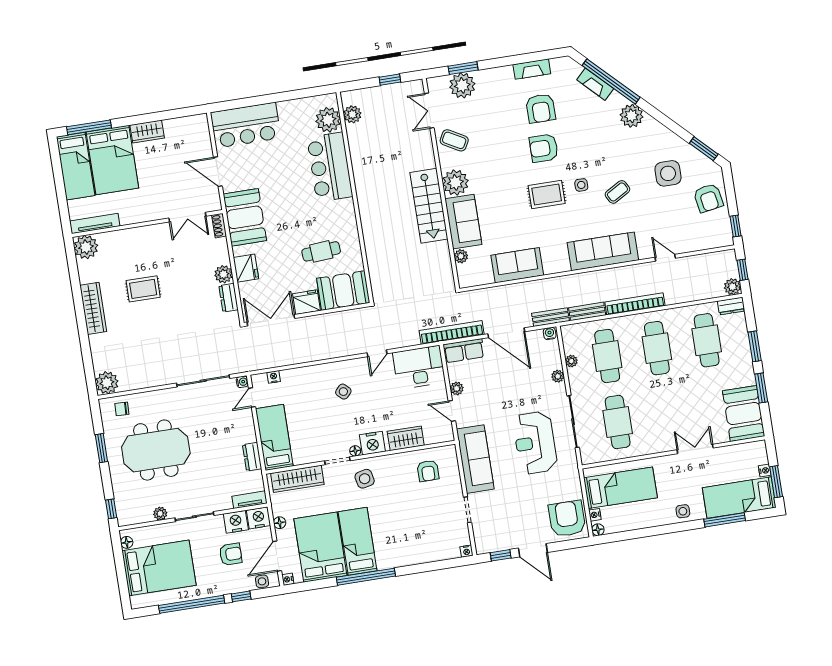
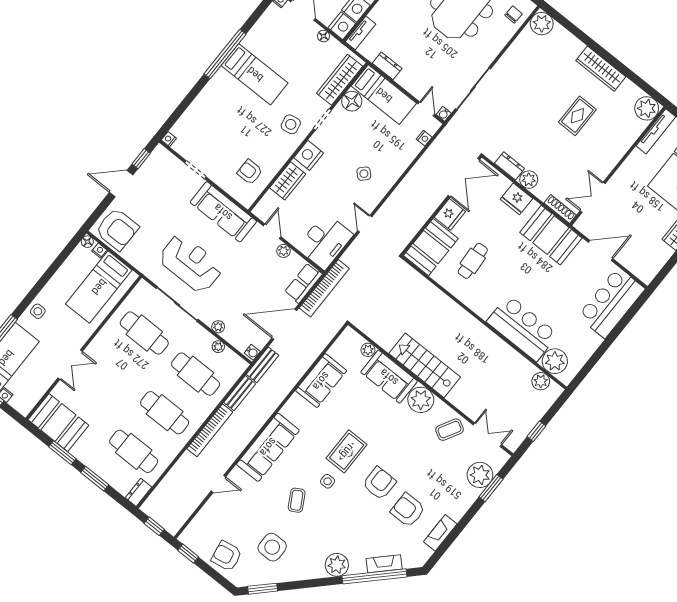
shoe rack: (219, 226) -> (560, 209), width x1.43
plant: (733, 287) -> (150, 507), removed
door: (452, 411) -> (272, 231), hinge flipped
floor lamp: (355, 451) -> (352, 101), moved, width x1.89, depth x1.89
bed: (320, 547) -> (278, 45), removed

